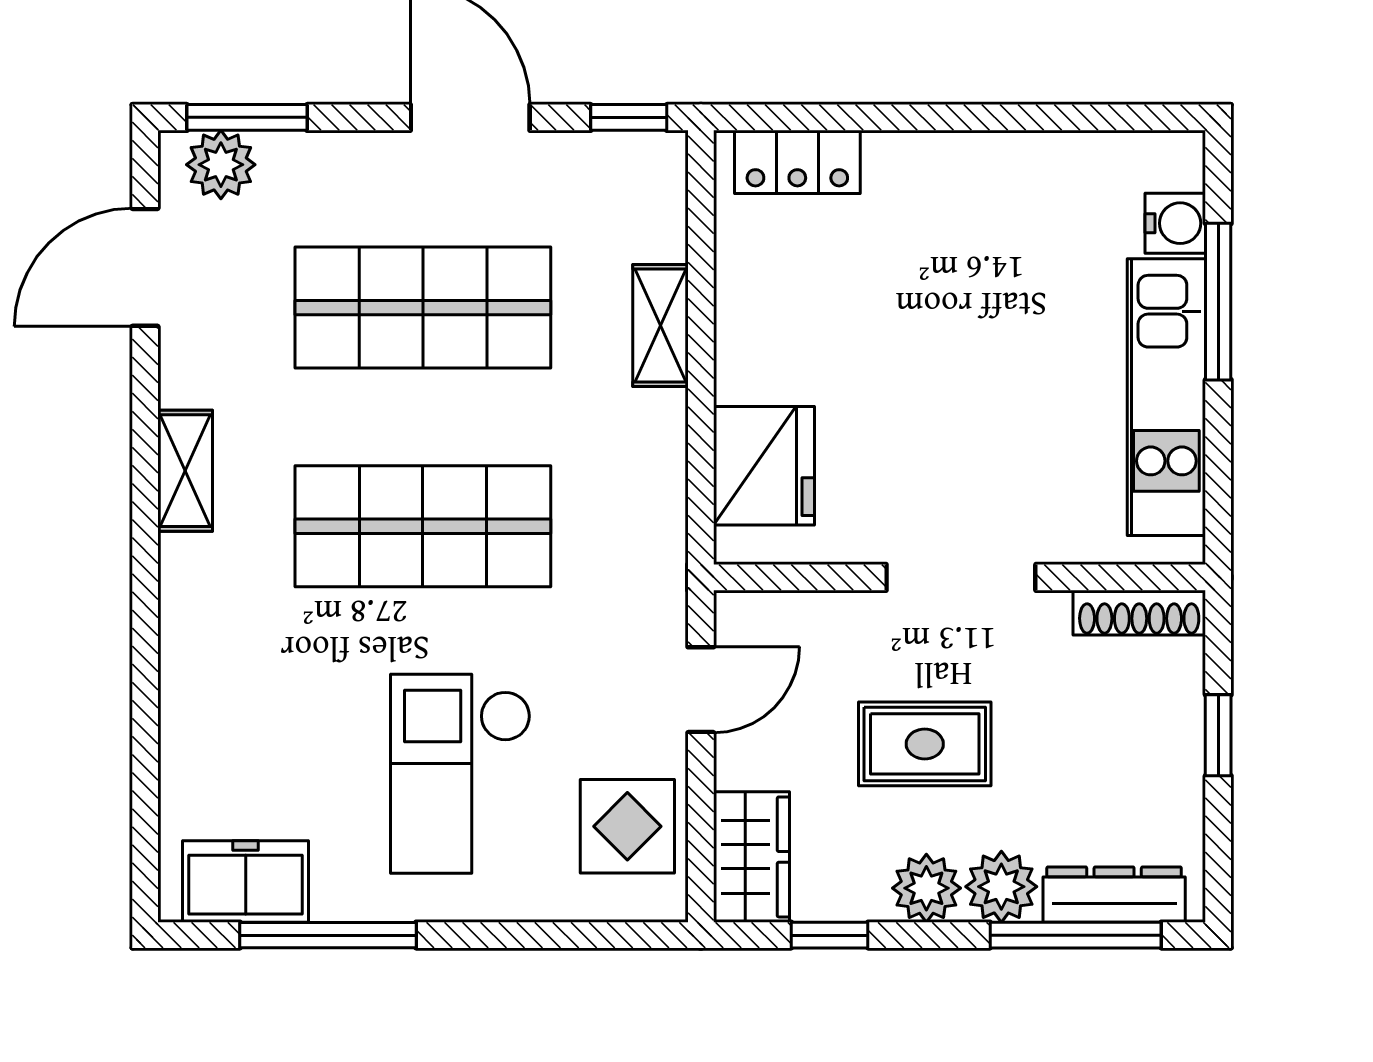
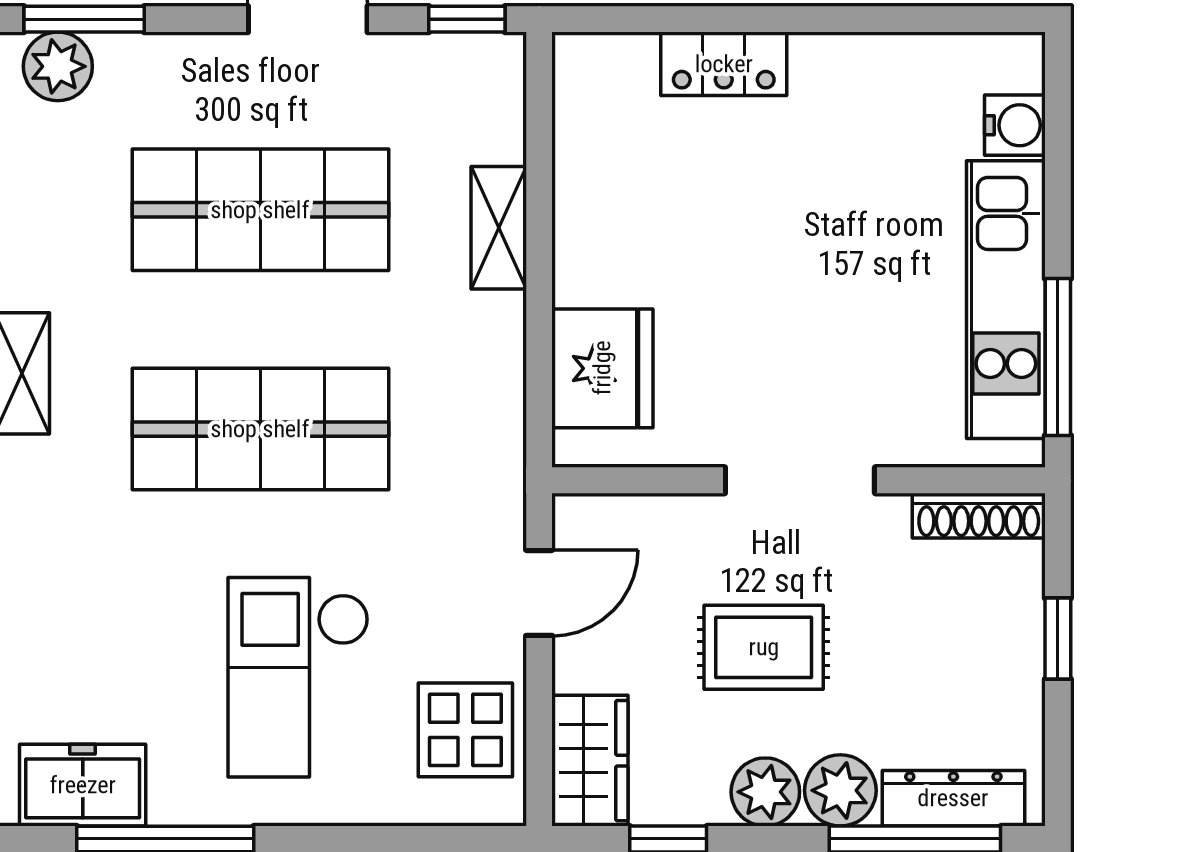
locker: (797, 162) -> (724, 64), moved
window: (1218, 302) -> (1058, 357), moved

